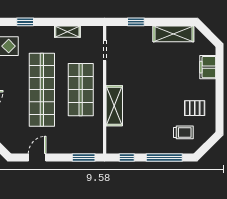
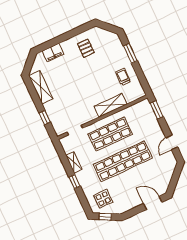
window: (25, 22) -> (75, 182), moved
trolley: (183, 132) -> (123, 77), moved
door: (37, 157) -> (172, 142), hinge flipped
window: (127, 157) -> (143, 80), removed
window: (164, 157) -> (130, 53), width x0.69

